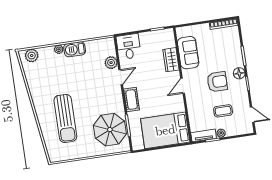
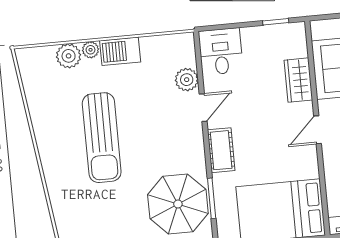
plant: (32, 56) -> (69, 56), moved
sun lounger: (65, 118) -> (102, 138), moved

